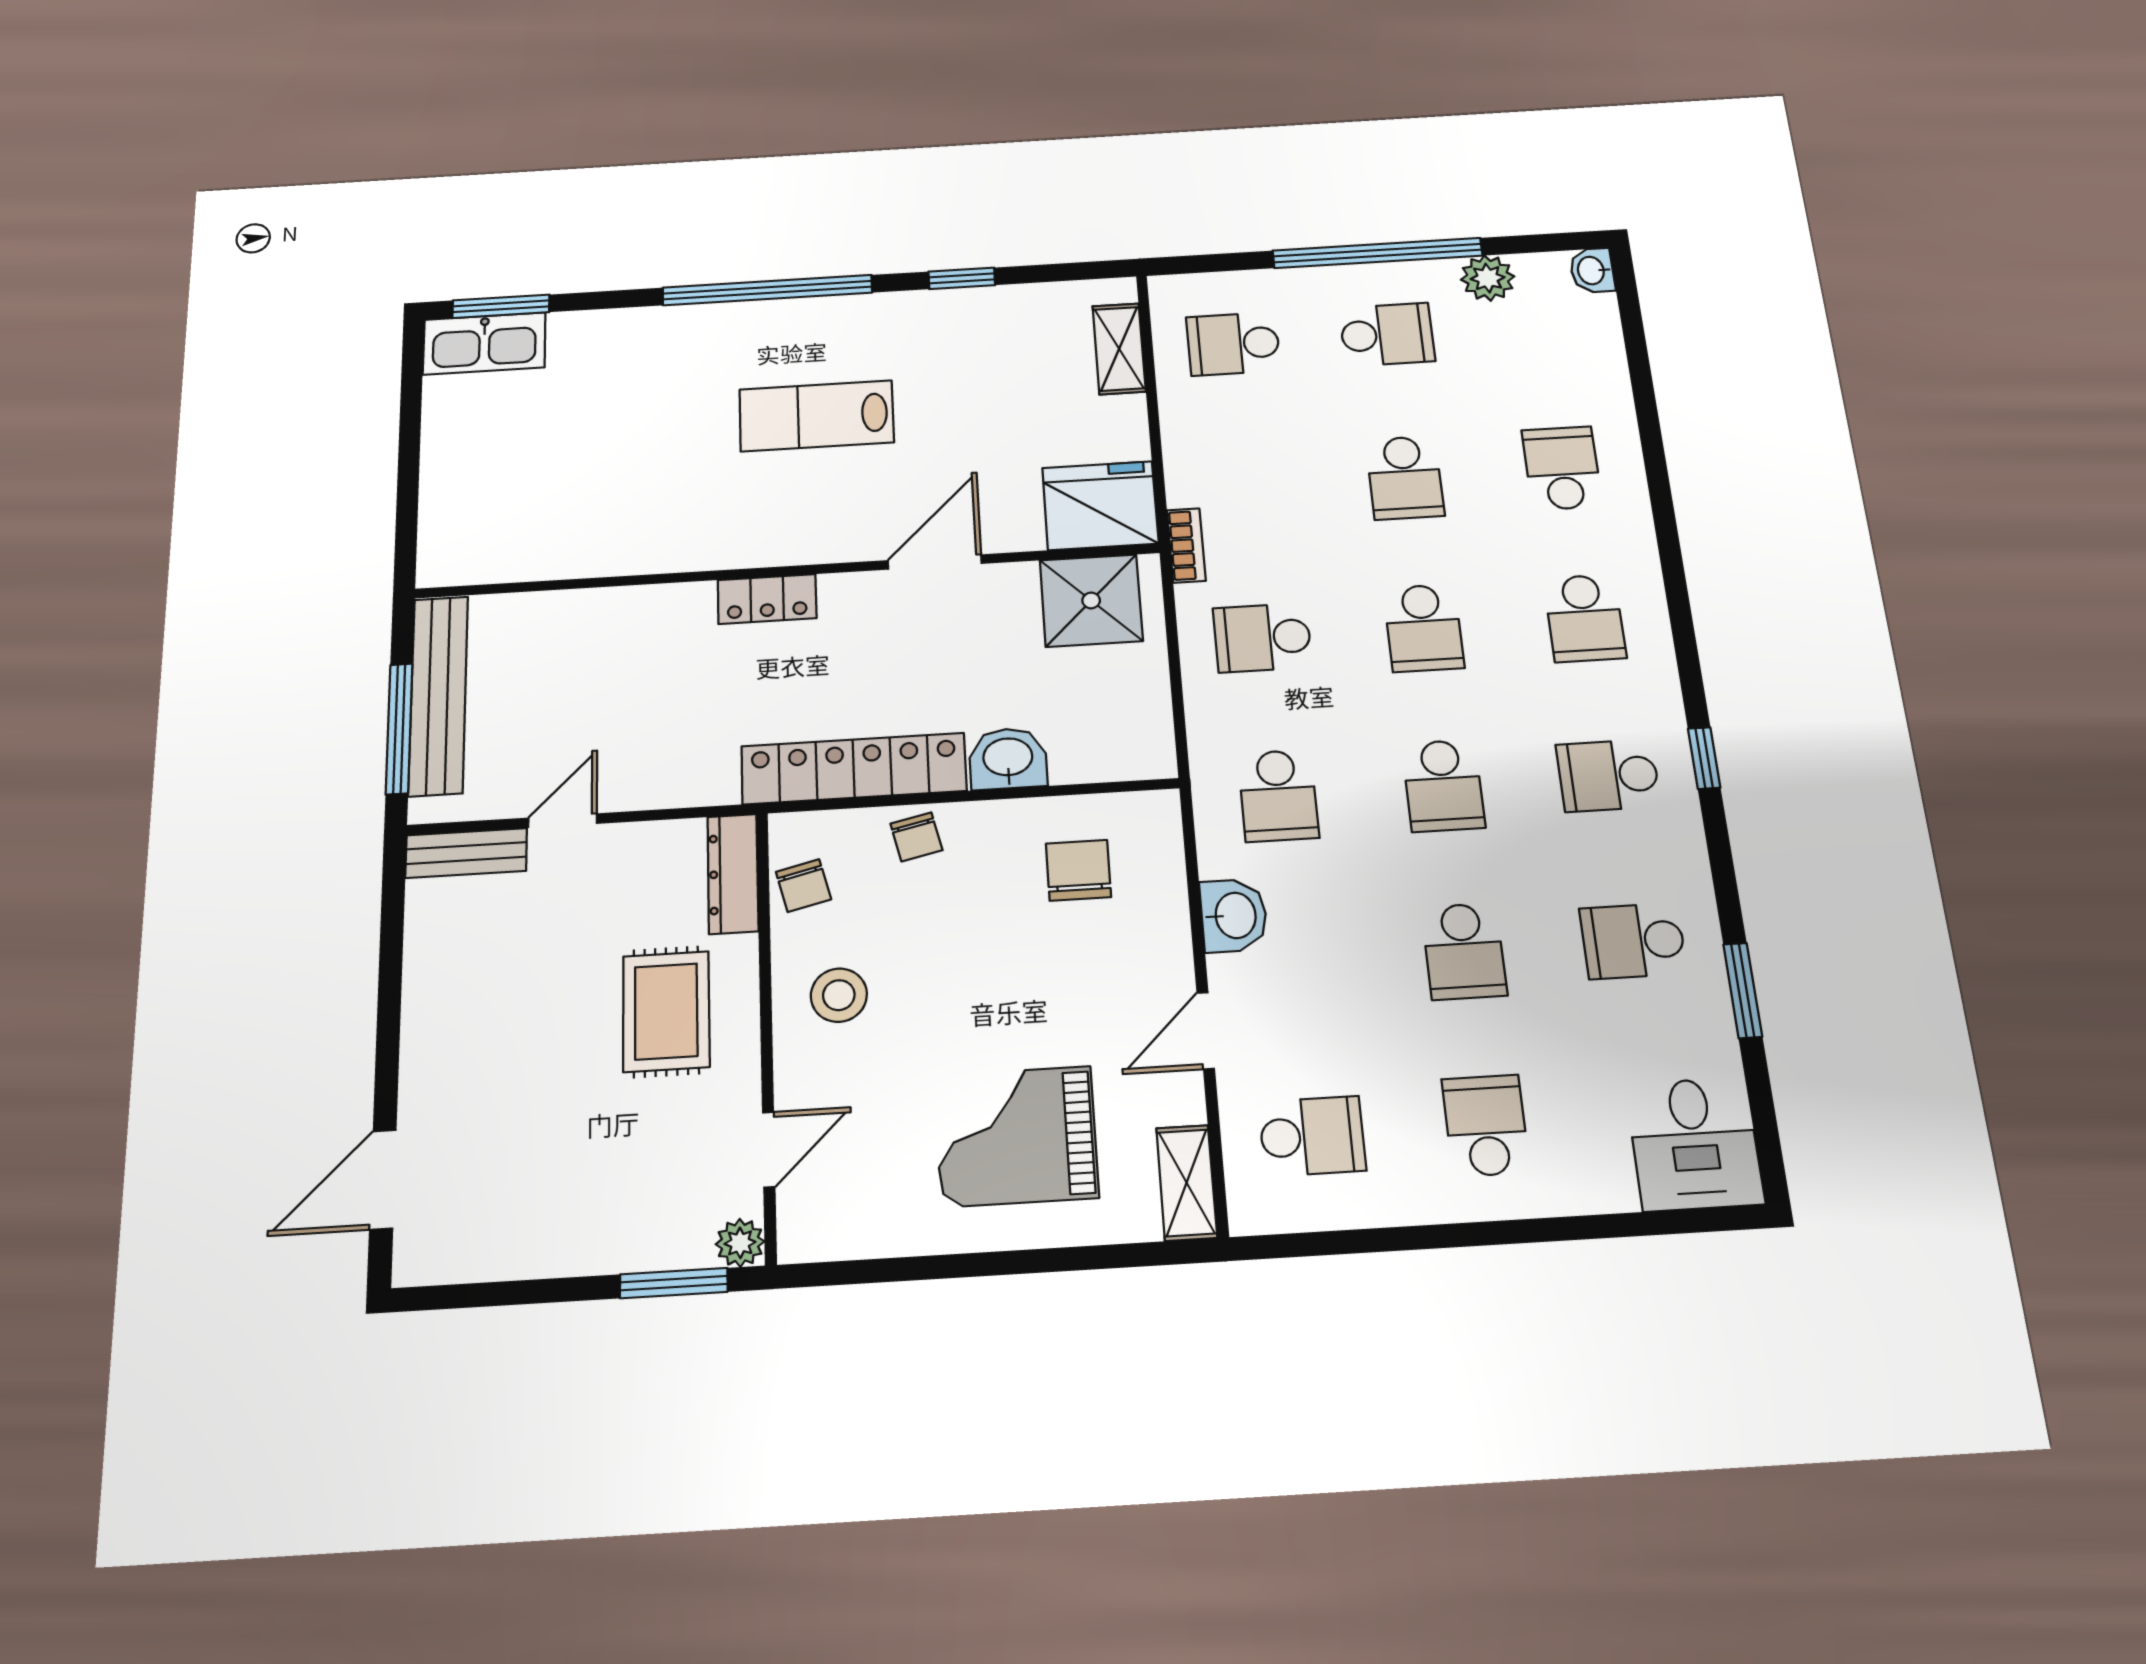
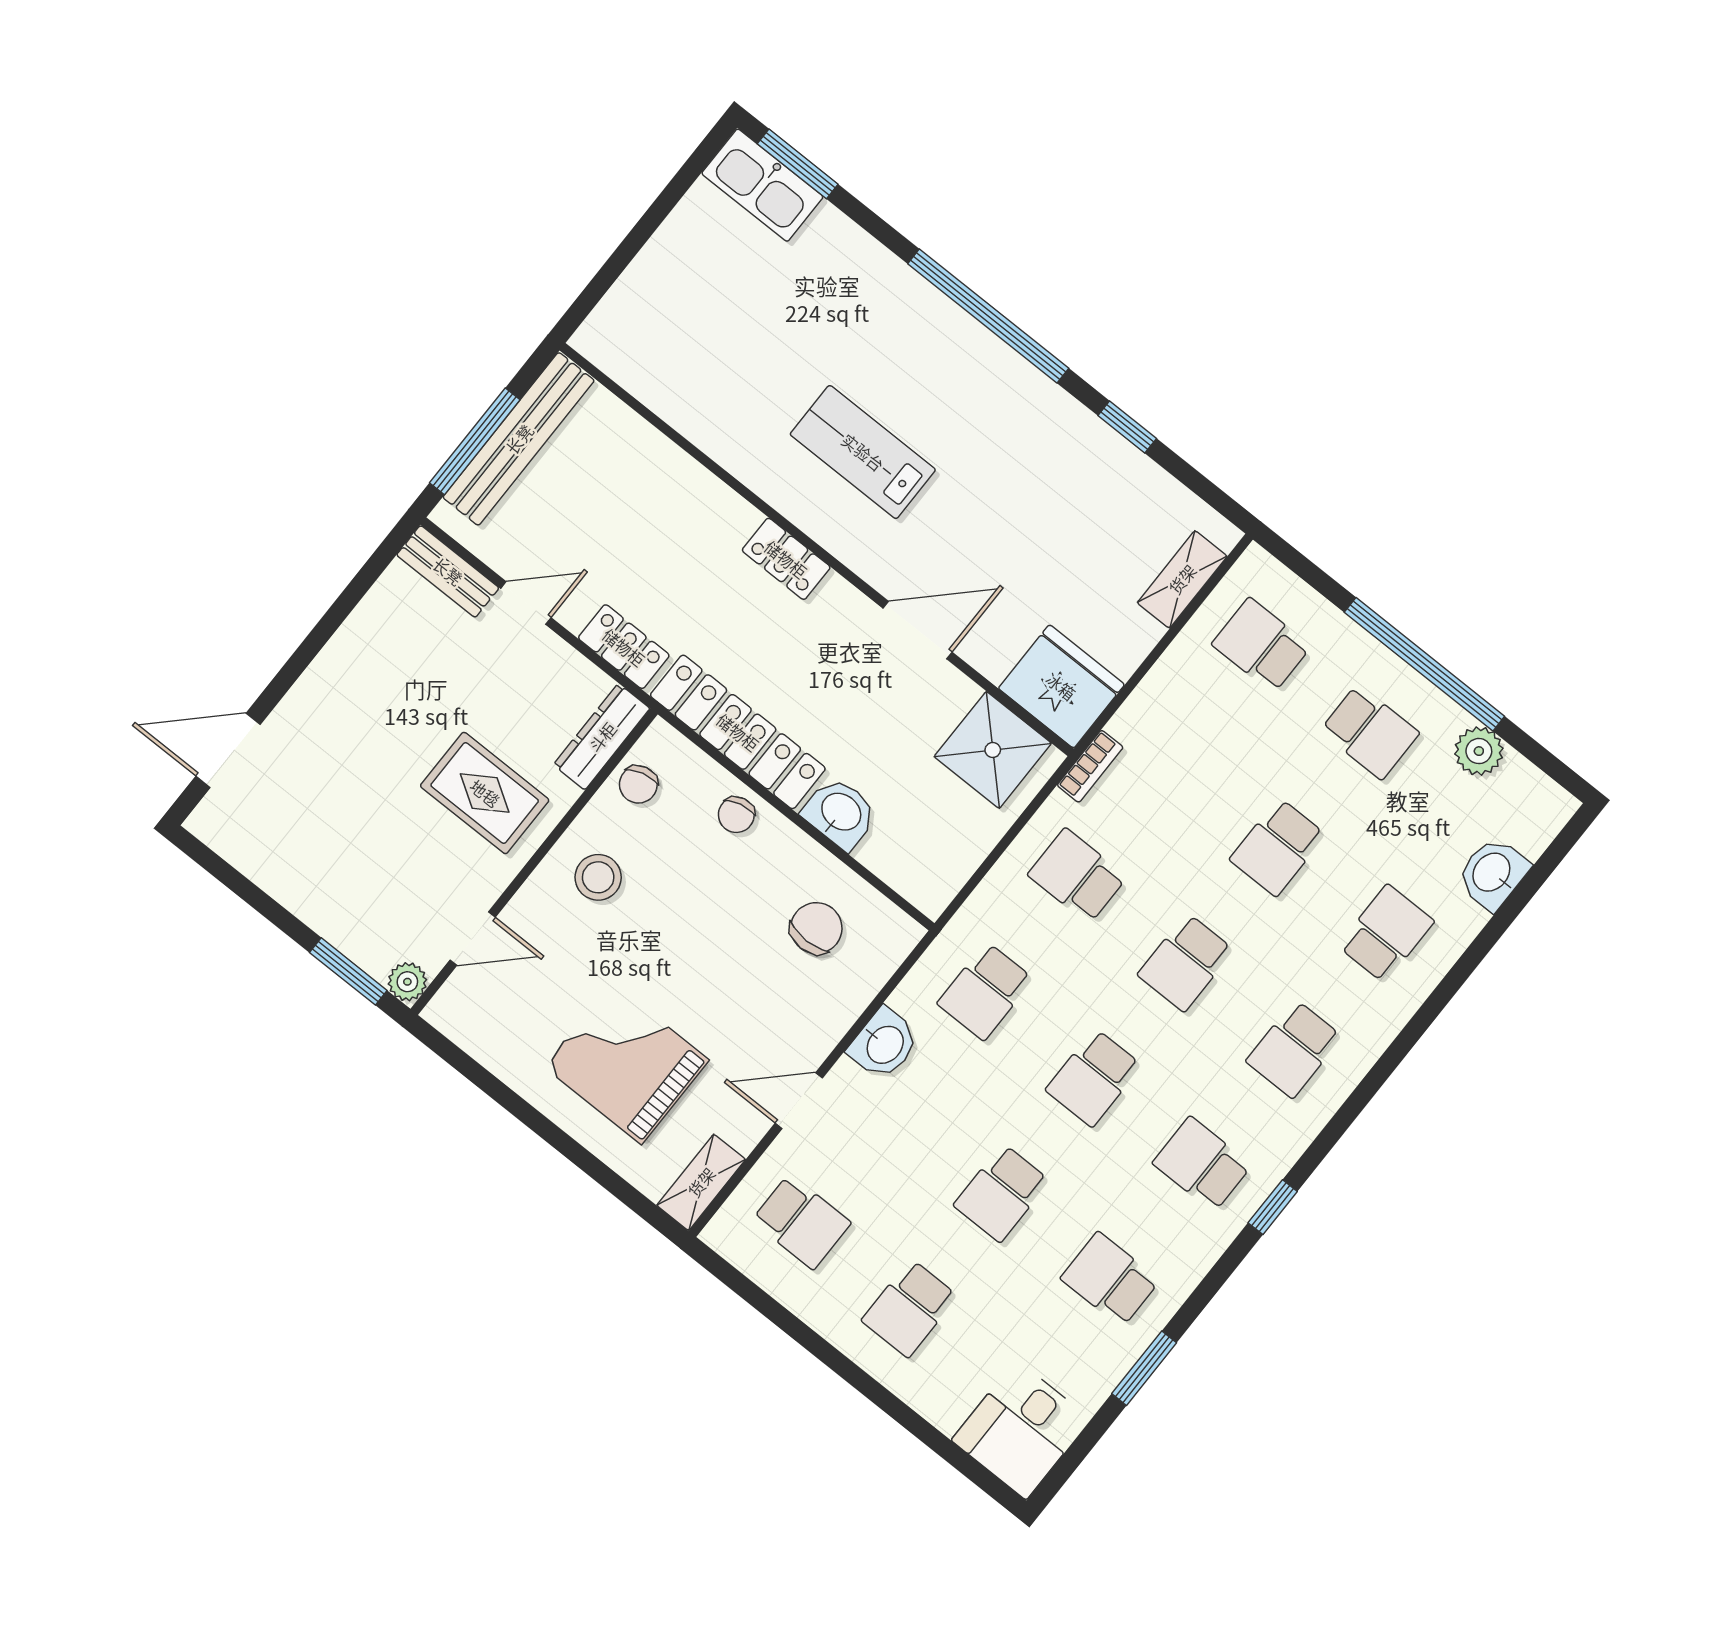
washbasin: (1592, 270) -> (1493, 873), moved, width x1.38, depth x1.45
lab bench: (816, 416) -> (863, 452), moved
locker: (686, 784) -> (624, 647), added
rug: (666, 1011) -> (485, 793), turned 90
school desk: (1486, 1126) -> (910, 1308), turned 180

